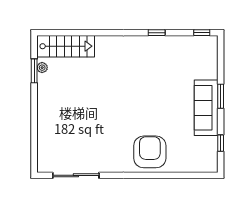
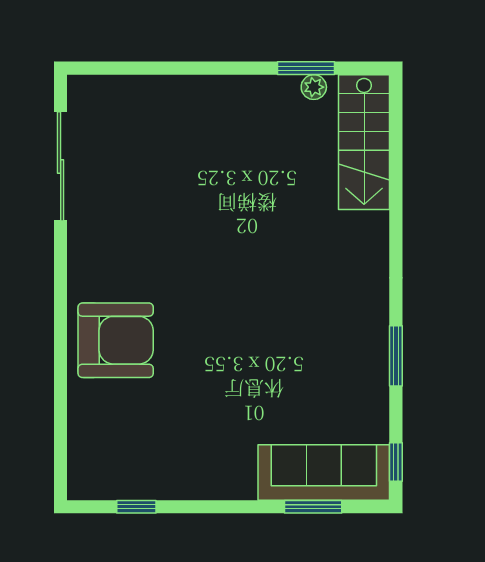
window: (157, 33) -> (396, 356), width x1.50
window: (221, 96) -> (313, 507), moved
sofa: (206, 108) -> (324, 472), moved

